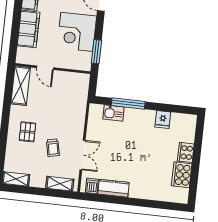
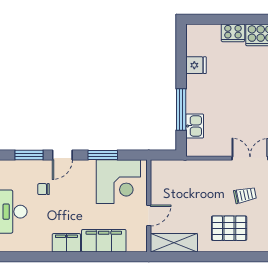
corner desk: (77, 32) -> (118, 182), moved
window: (96, 52) -> (103, 155), moved
pallet: (27, 132) -> (229, 228), width x1.50, depth x1.42

